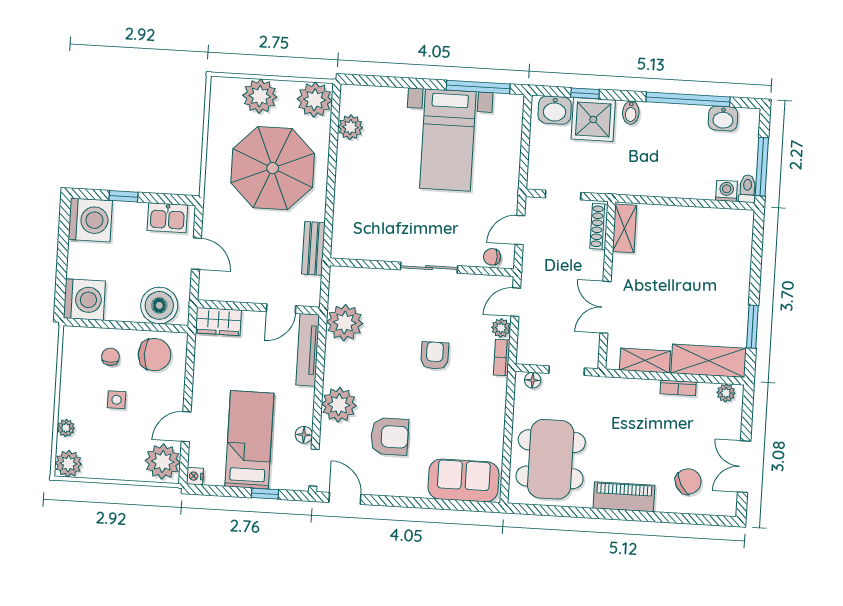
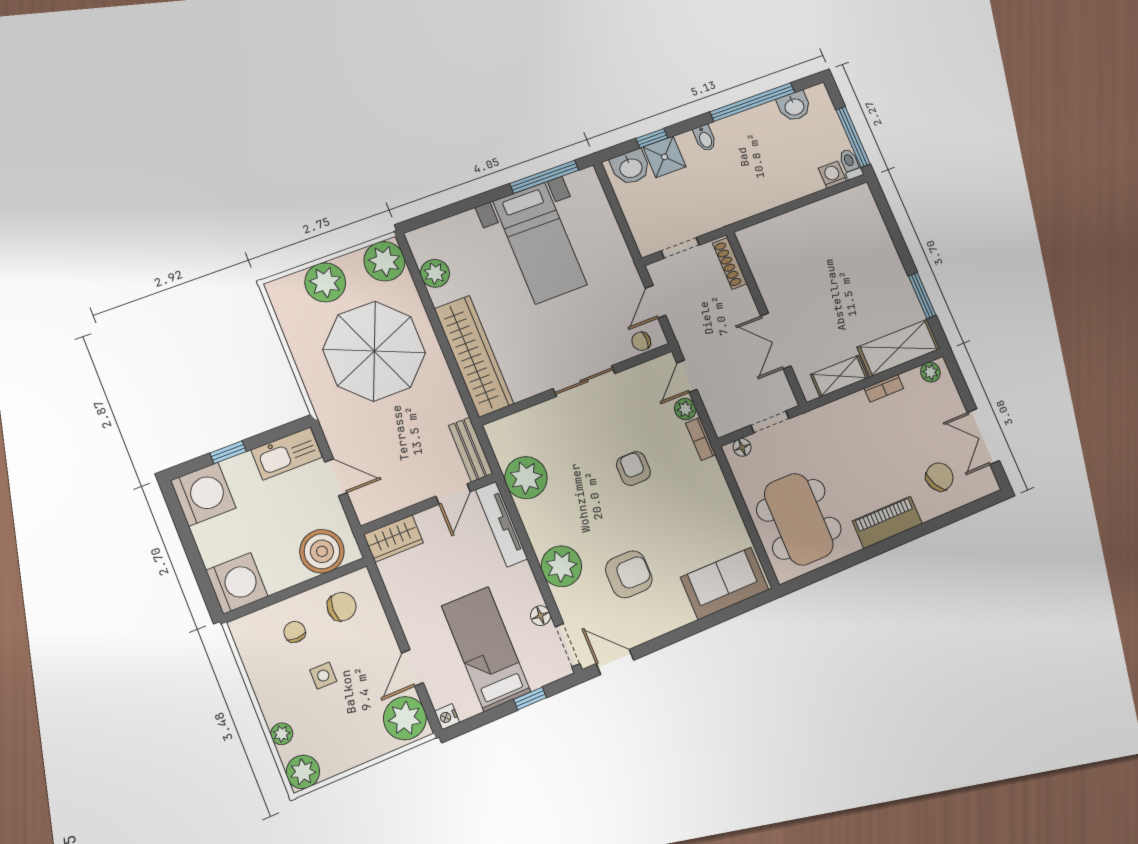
shower: (593, 120) -> (665, 157), width x0.73, depth x0.73
wardrobe: (350, 208) -> (474, 356), added
kitchen sink: (167, 218) -> (287, 454), width x1.38
shelving: (624, 228) -> (755, 254), removed
bench: (313, 248) -> (471, 450), moved
chair: (155, 355) -> (342, 607), width x0.73, depth x0.73

